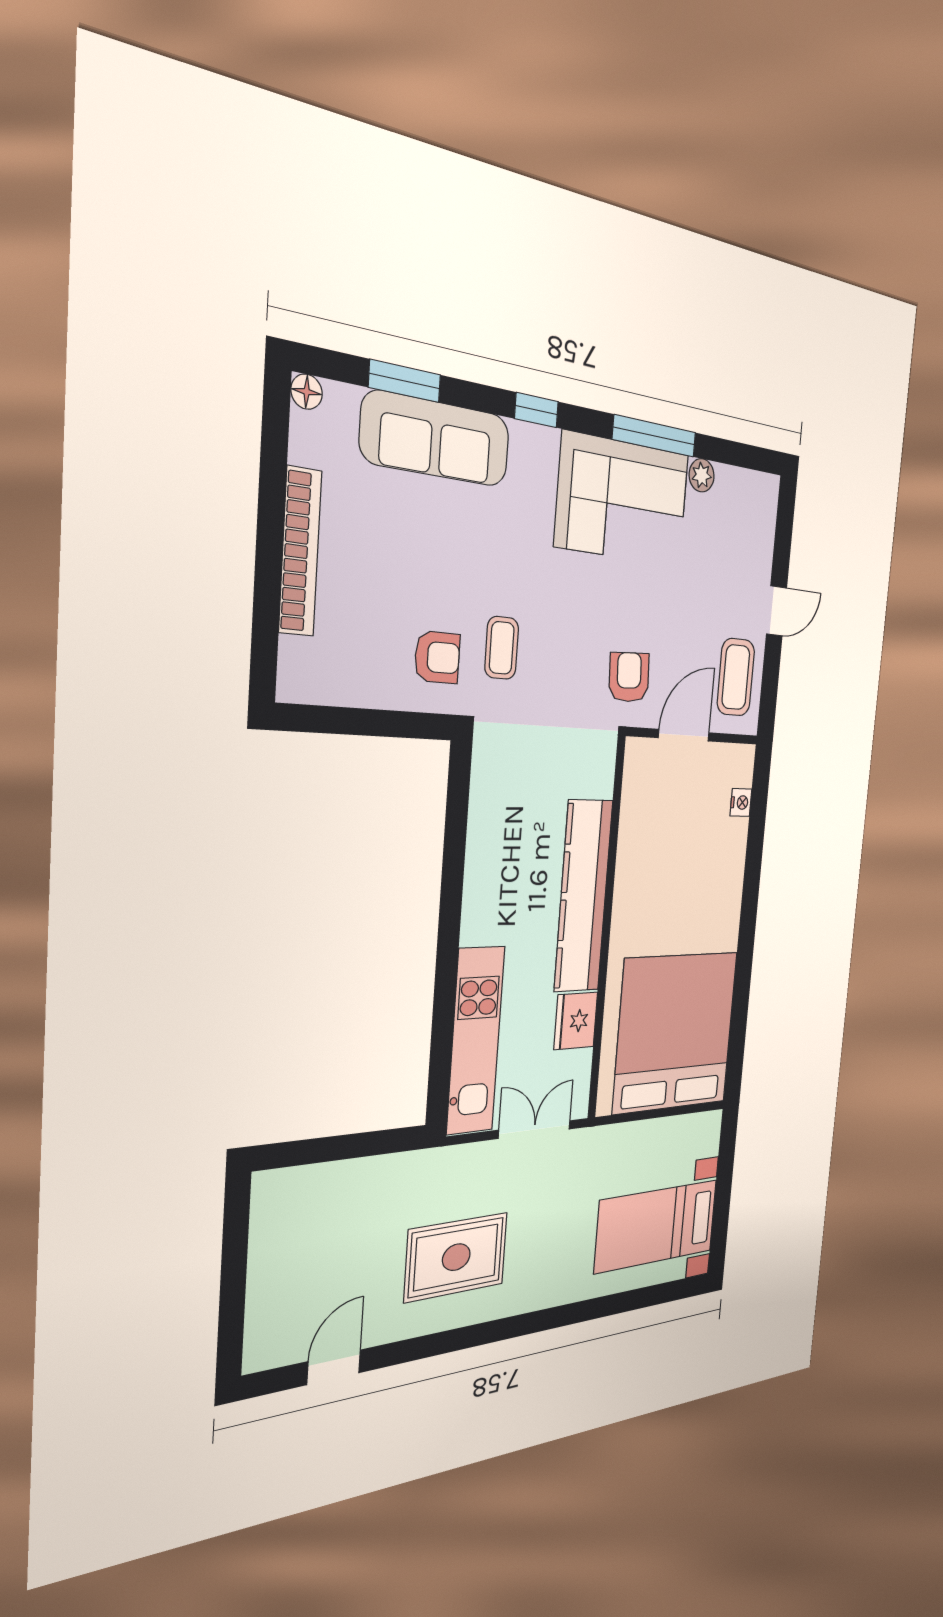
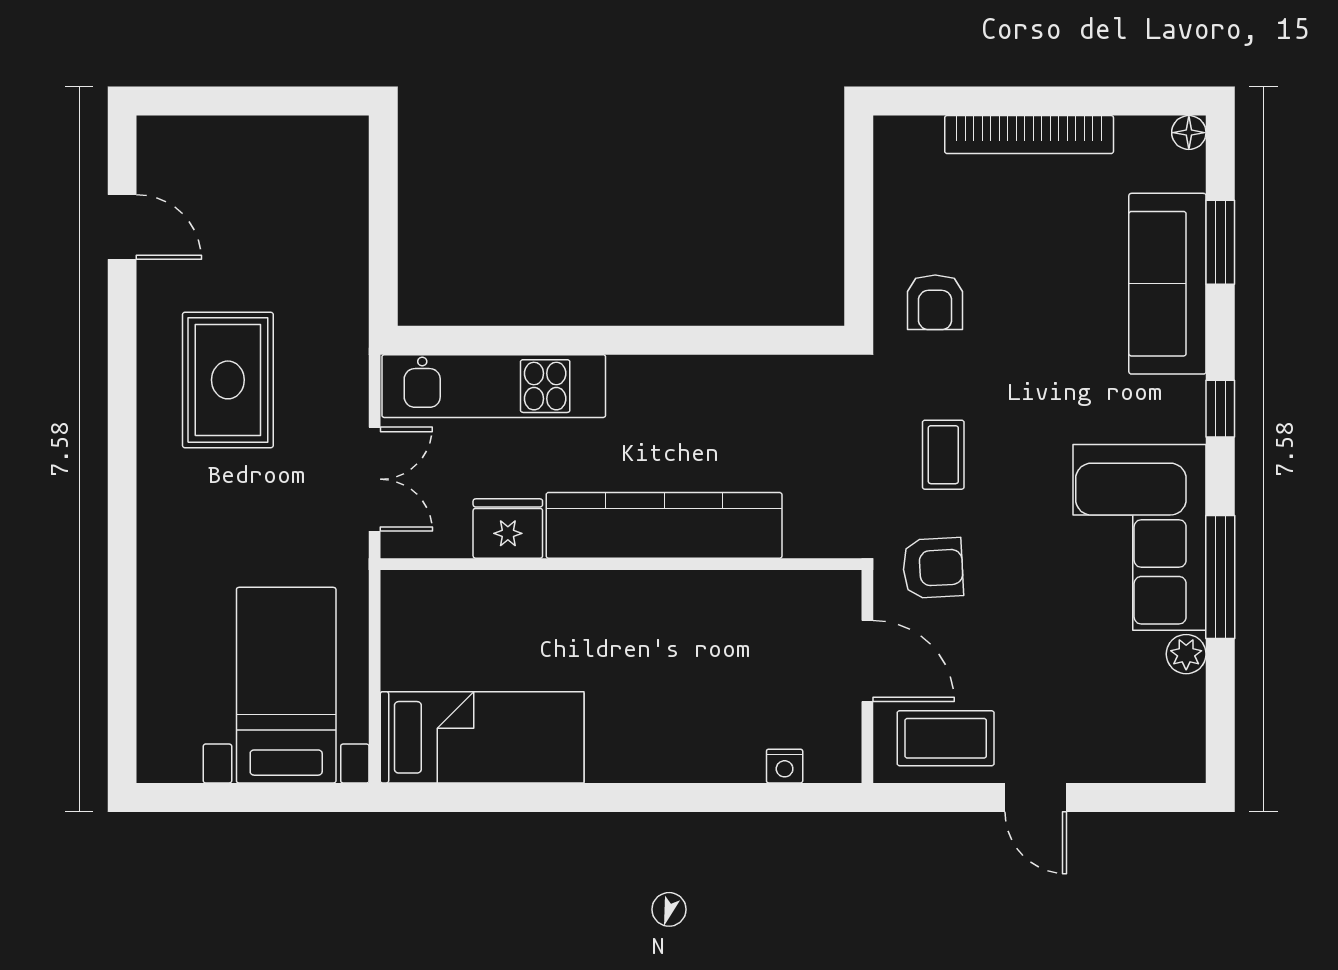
coffee table: (502, 648) -> (943, 455), moved, turned 90
bed: (676, 1032) -> (482, 737), width x0.49
bed with nightstands: (656, 1226) -> (286, 685), moved

